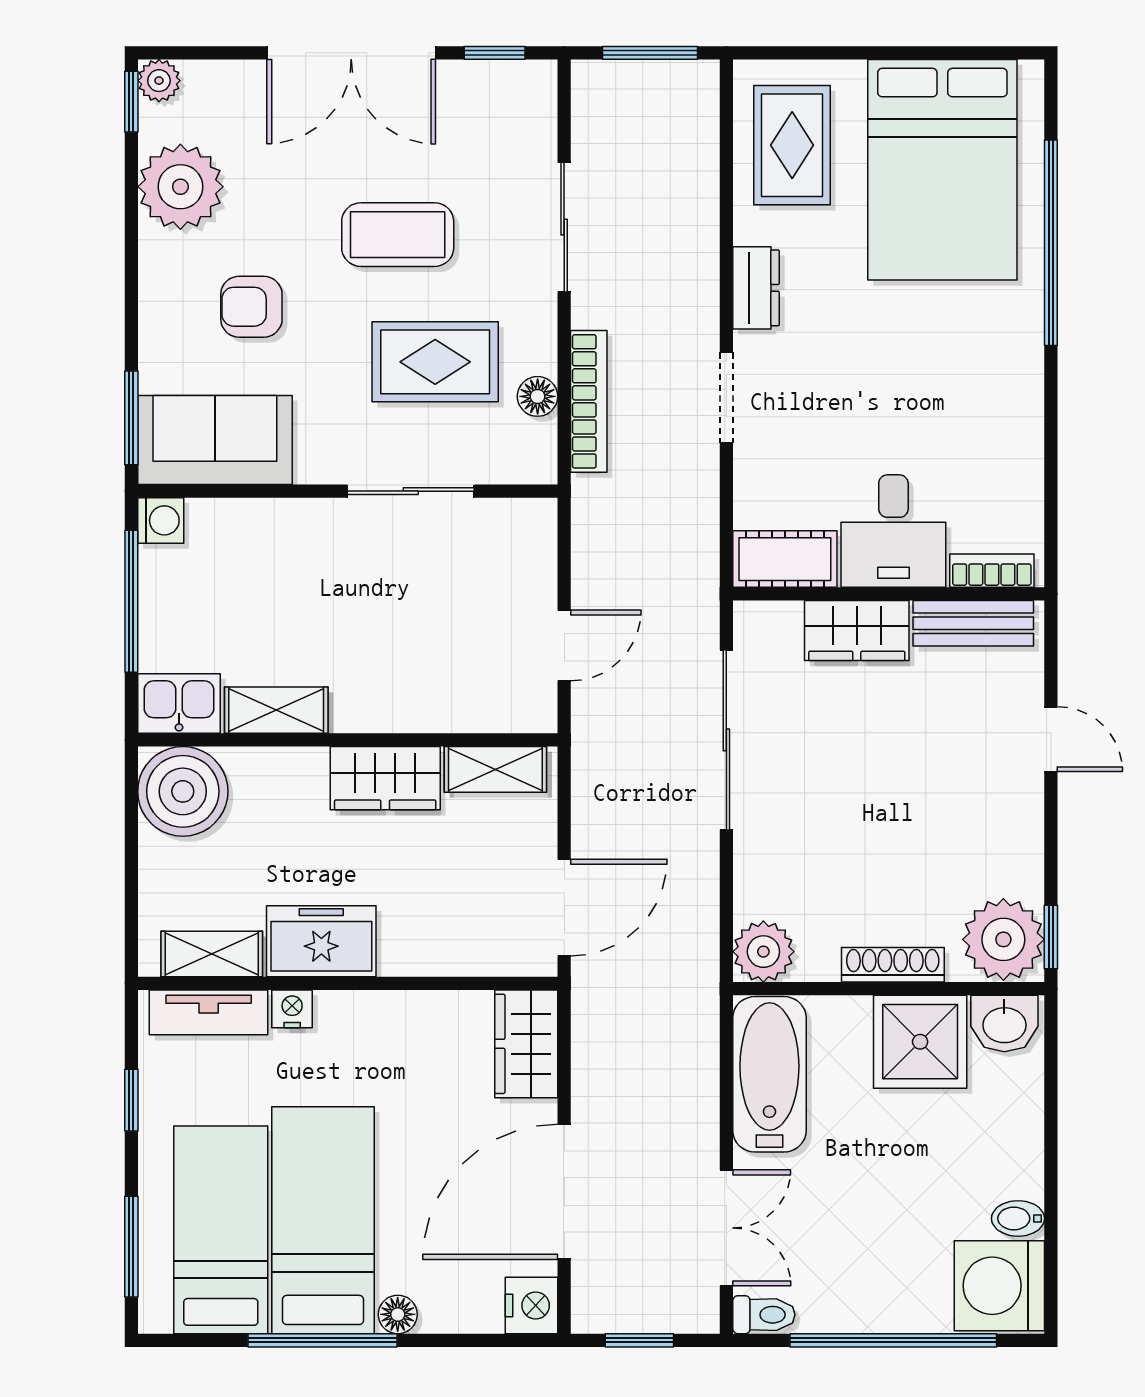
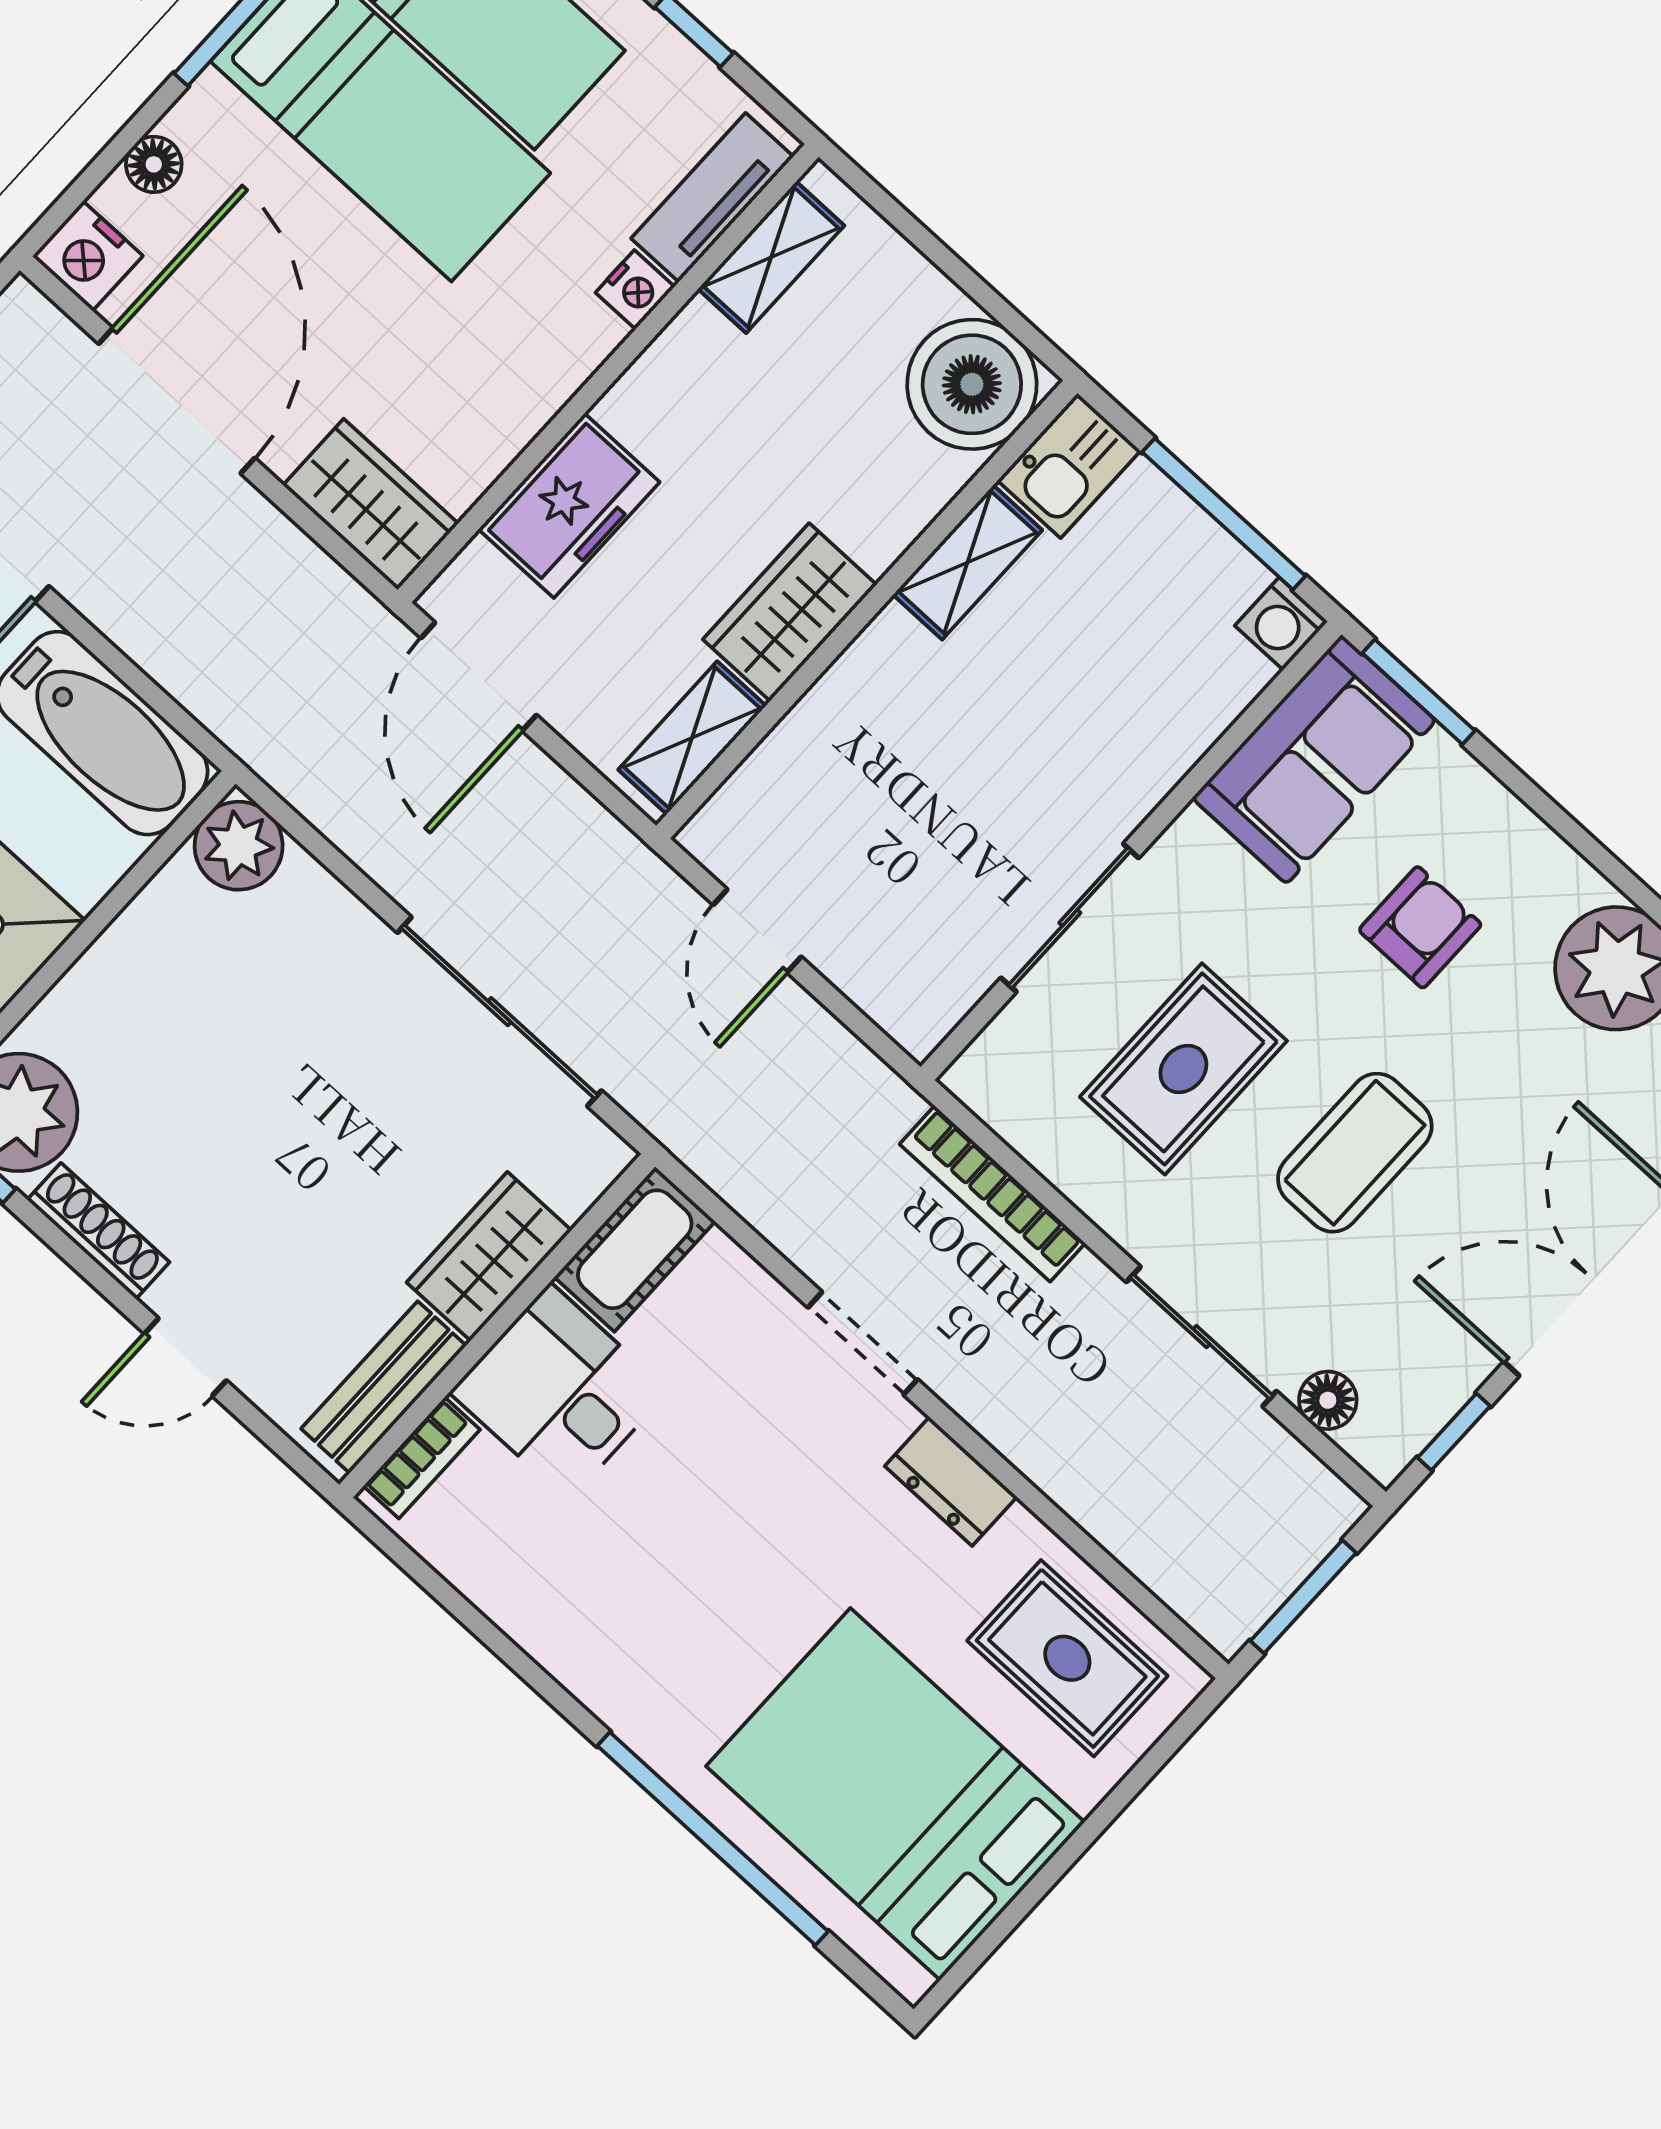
floor lamp: (538, 396) -> (1328, 1400), moved
freezer: (321, 941) -> (569, 506), moved
shoe rack: (893, 965) -> (98, 1231), moved, turned -90
floor lamp: (398, 1314) -> (154, 164), moved

